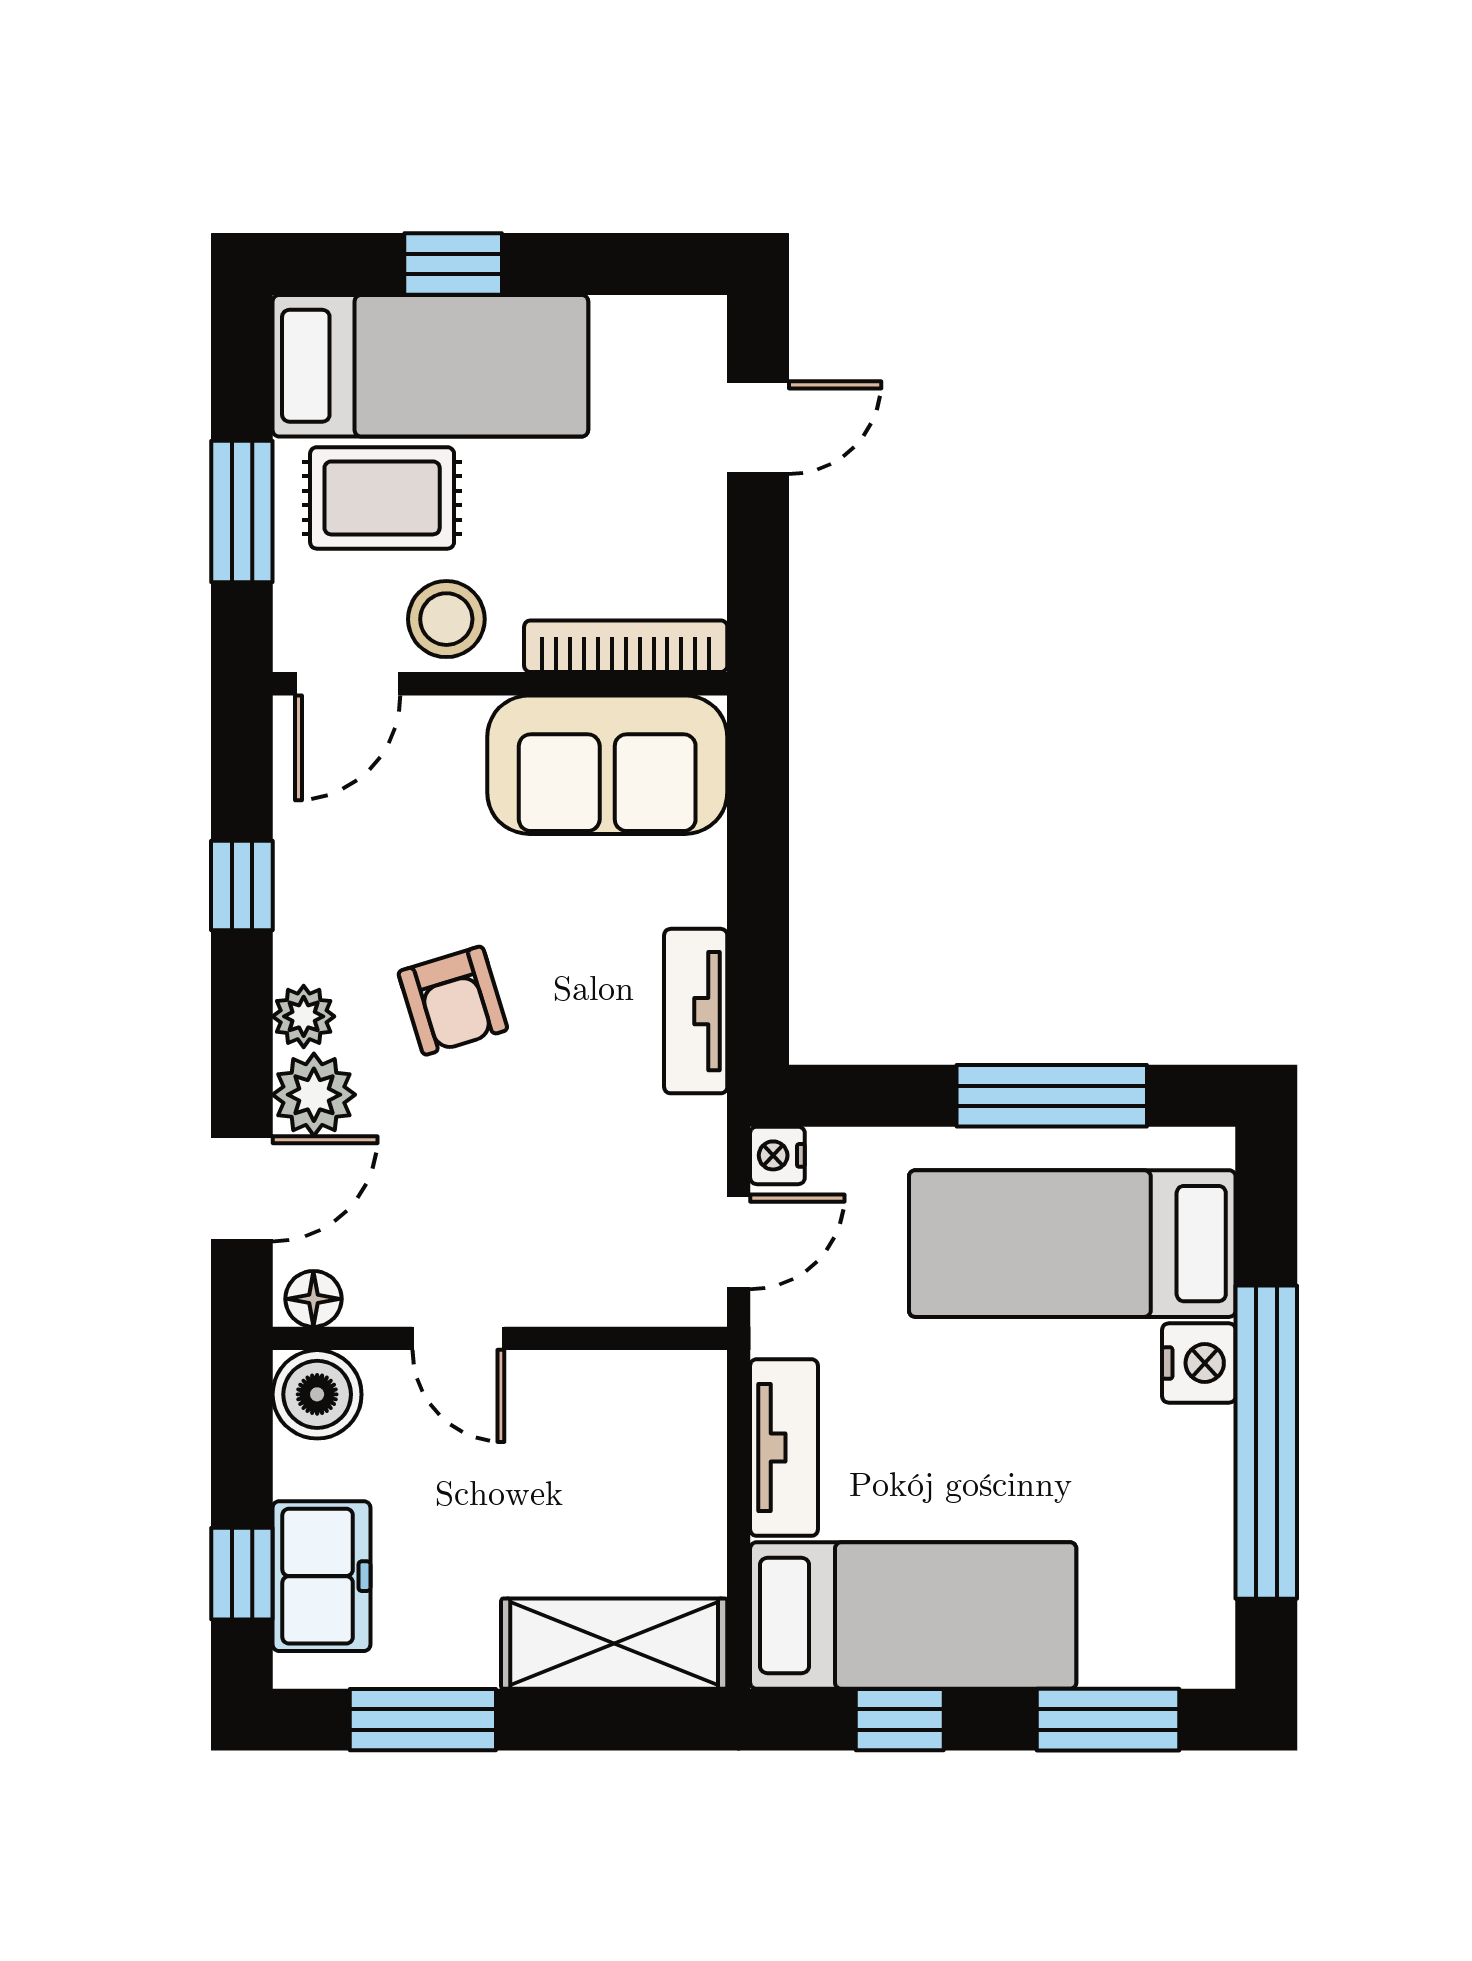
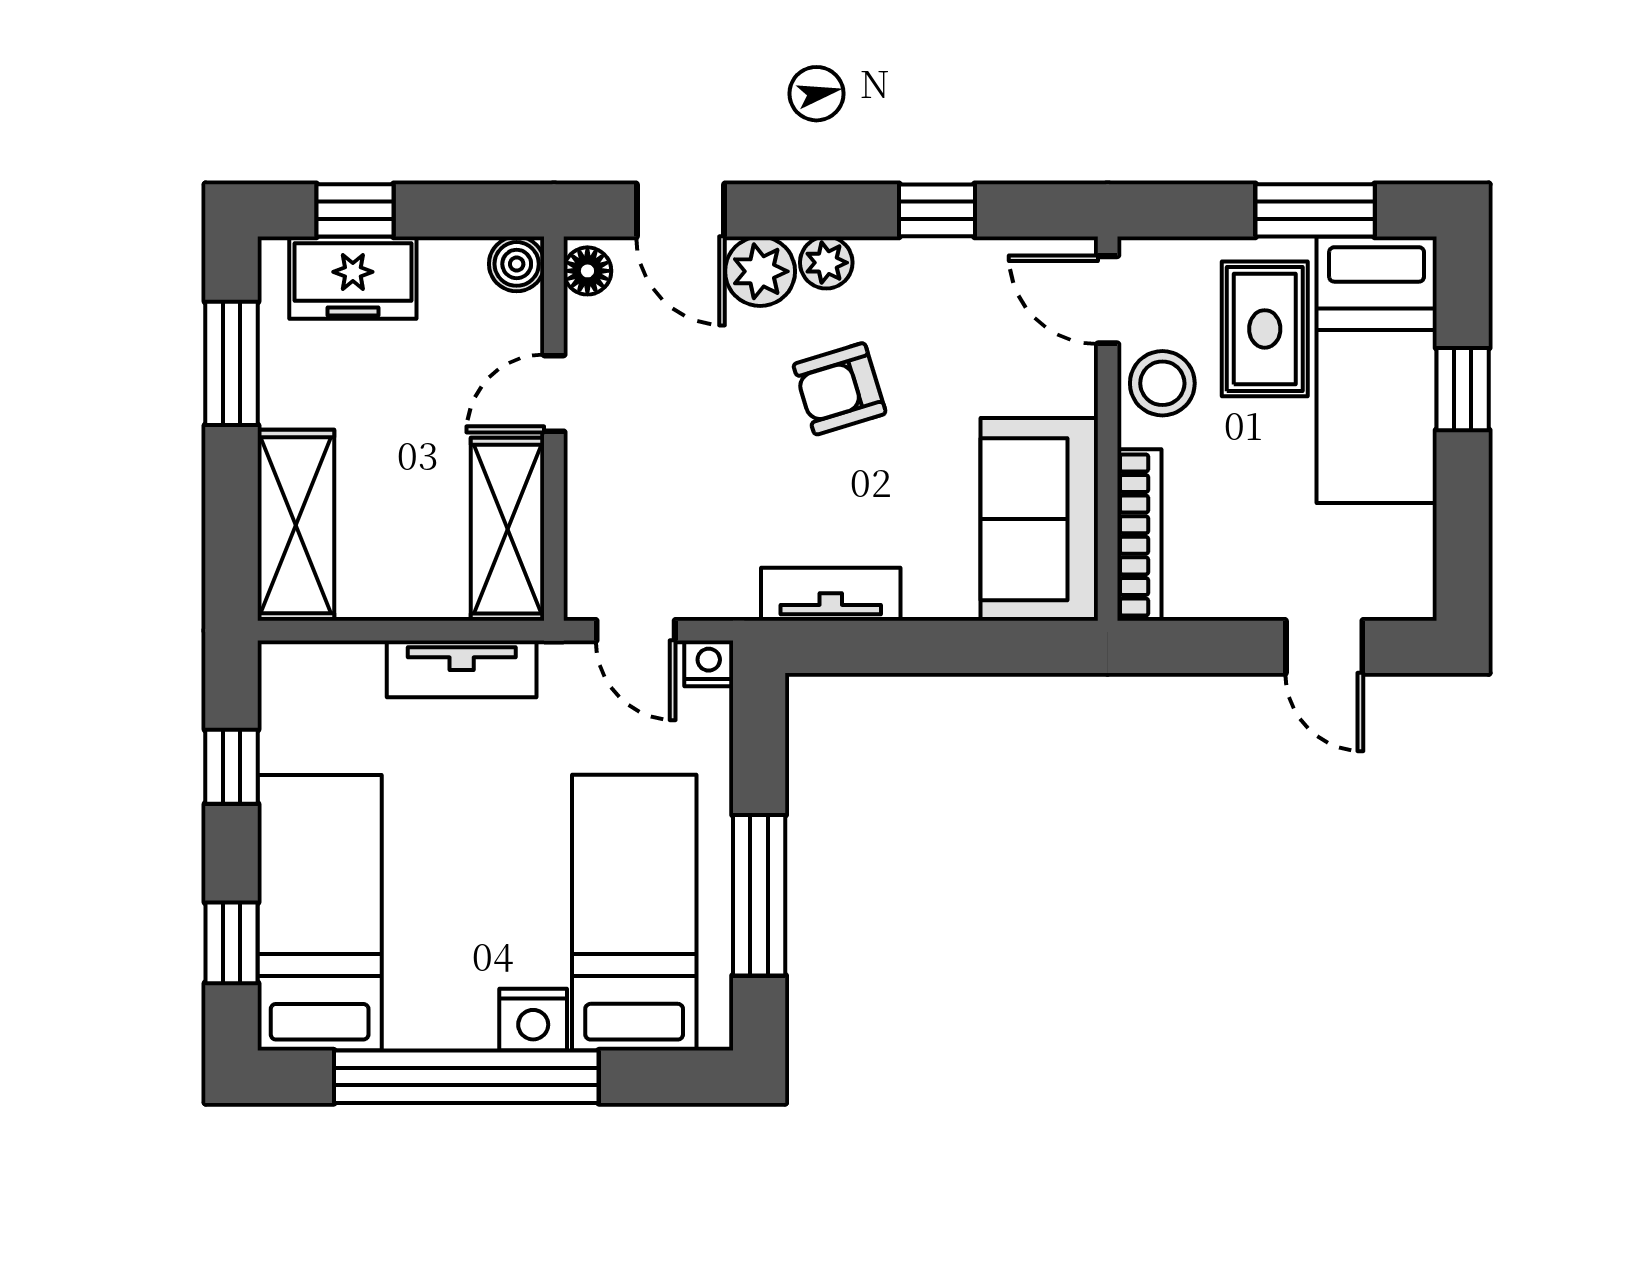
window: (242, 512) -> (1315, 210), moved
shelving: (619, 1393) -> (508, 529), added
boiler: (317, 1394) -> (517, 264), width x0.73, depth x0.73
bed: (913, 1616) -> (320, 913), moved, turned 180
window: (1108, 1720) -> (232, 943), width x0.67

